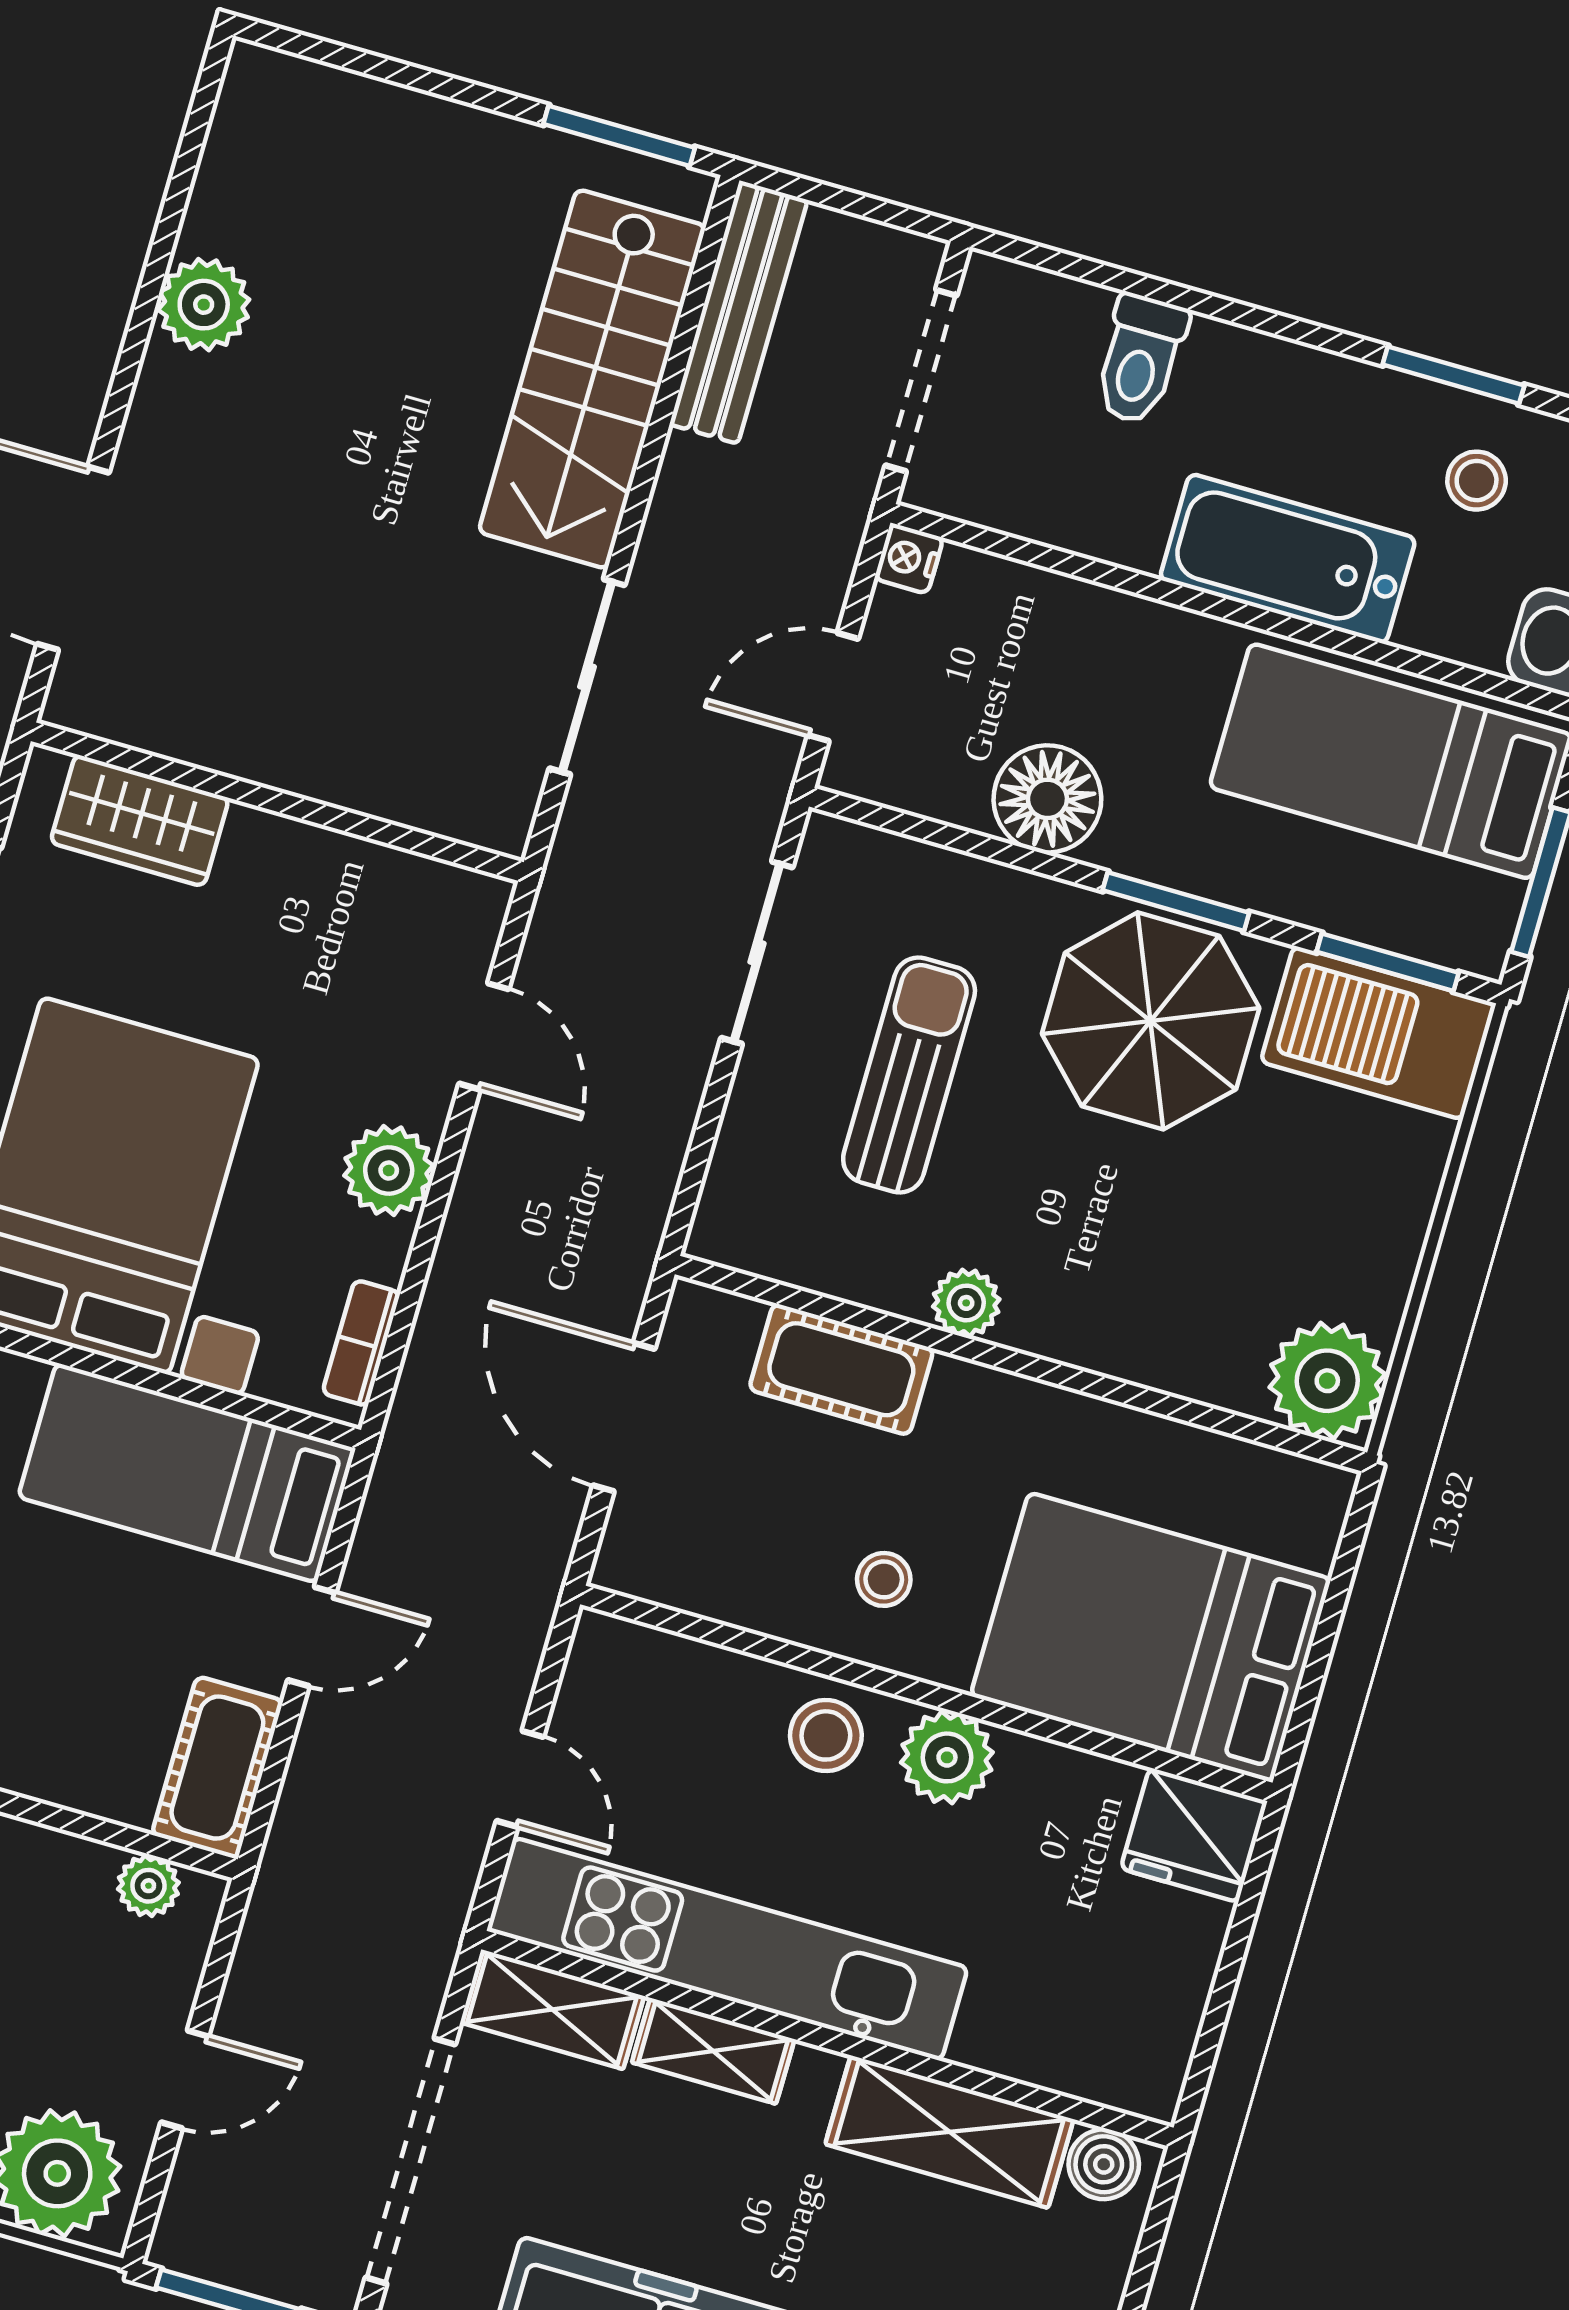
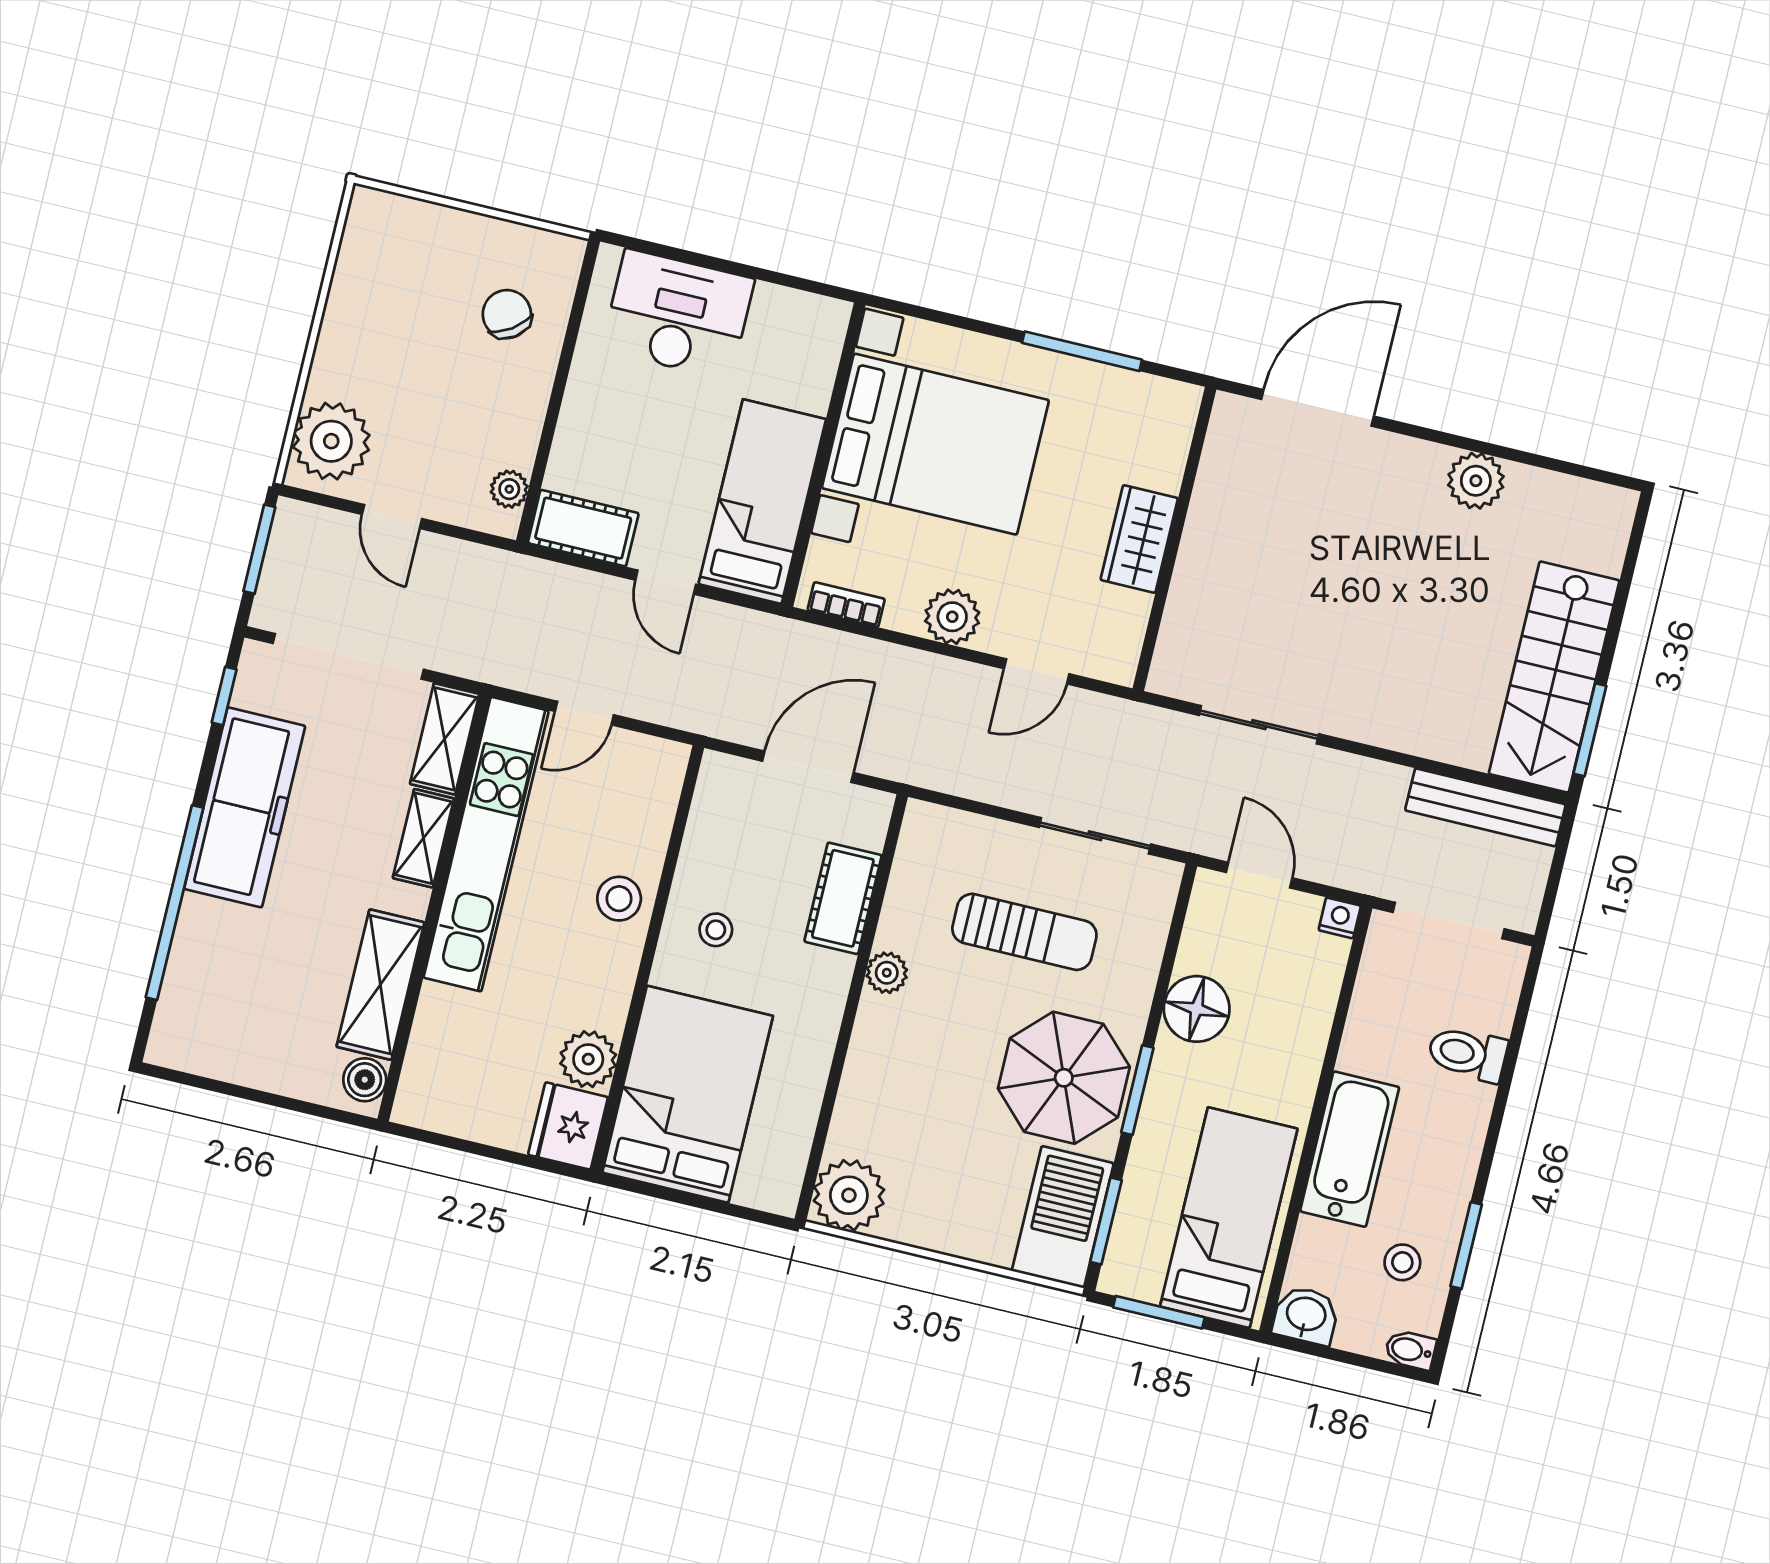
stairs: (592, 379) -> (1554, 677), moved, turned -90
wardrobe: (140, 820) -> (1139, 539), moved
plant: (947, 1757) -> (588, 1059), moved

